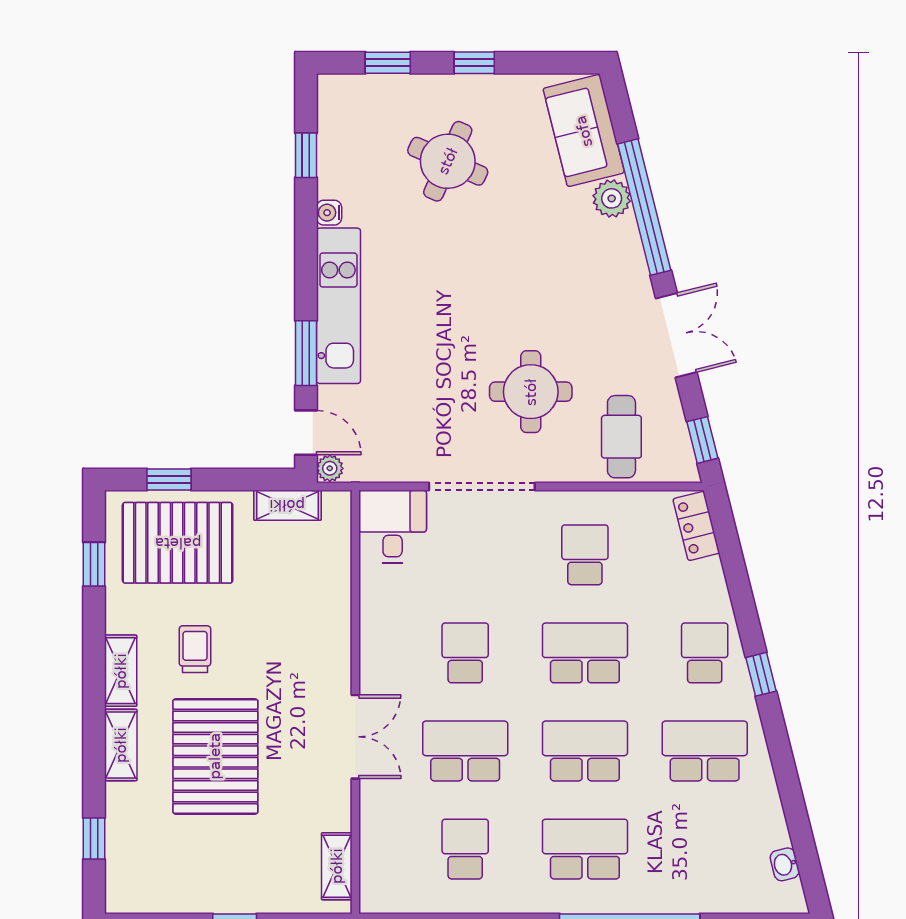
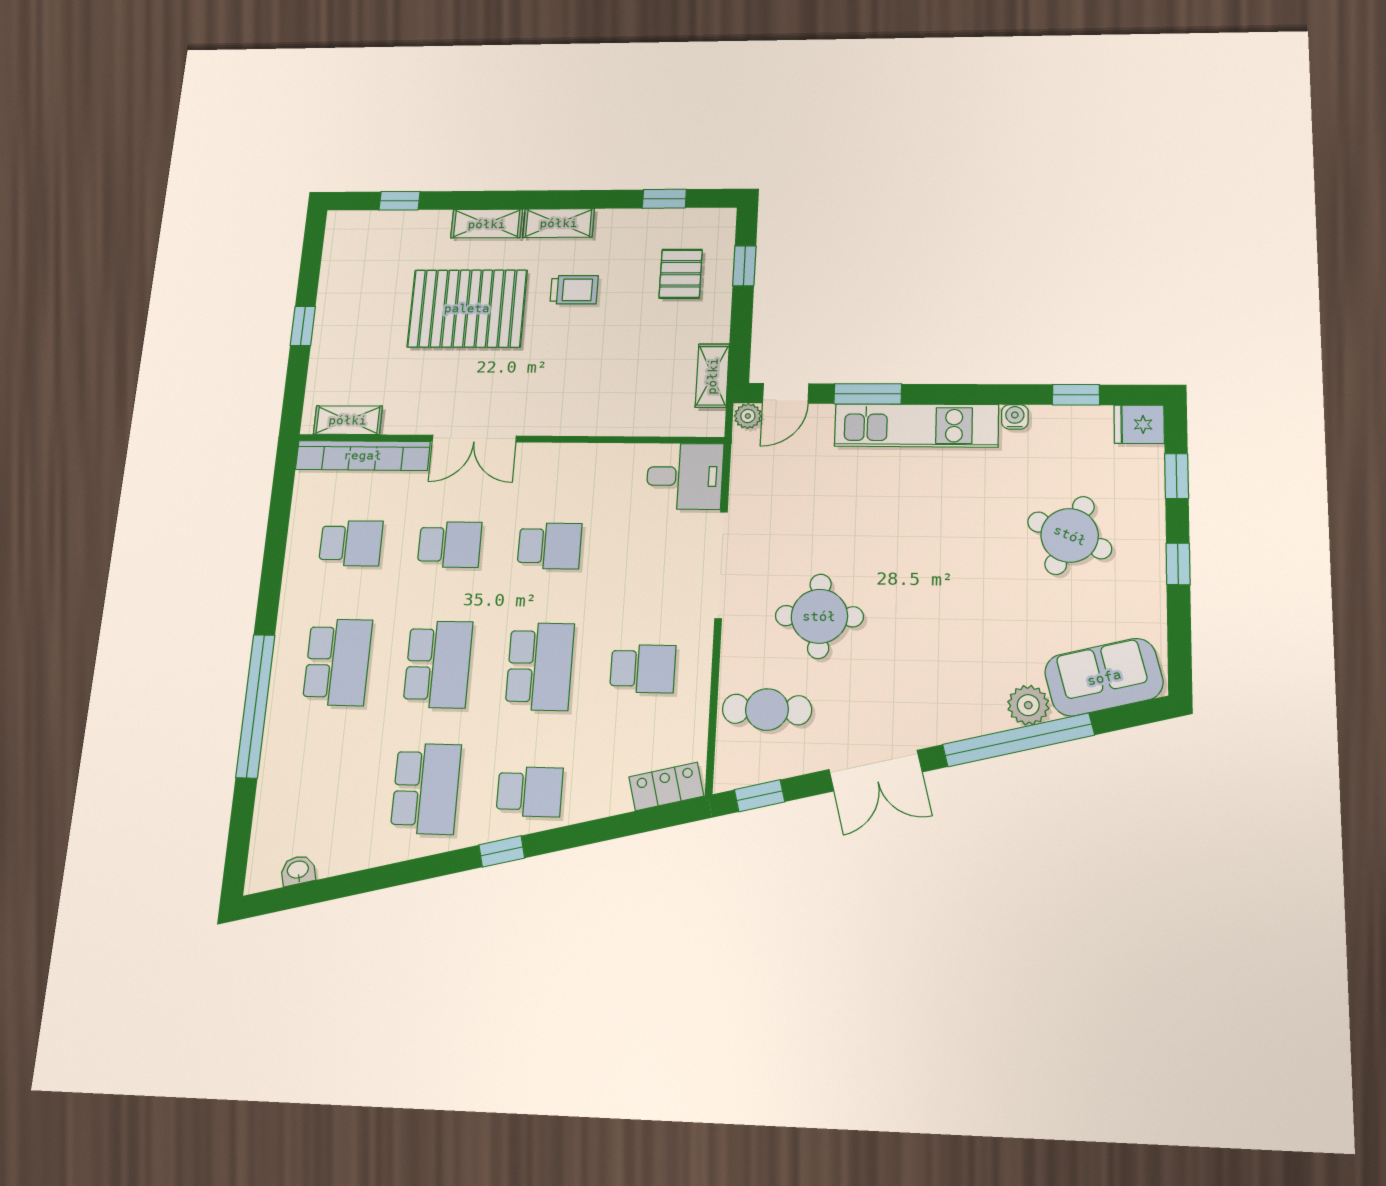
fridge: (336, 96) -> (1139, 424), added
pallet: (178, 543) -> (681, 274), width x0.49, depth x0.50
school desk: (465, 751) -> (450, 545), width x0.54
bookcase: (374, 847) -> (363, 455), added

